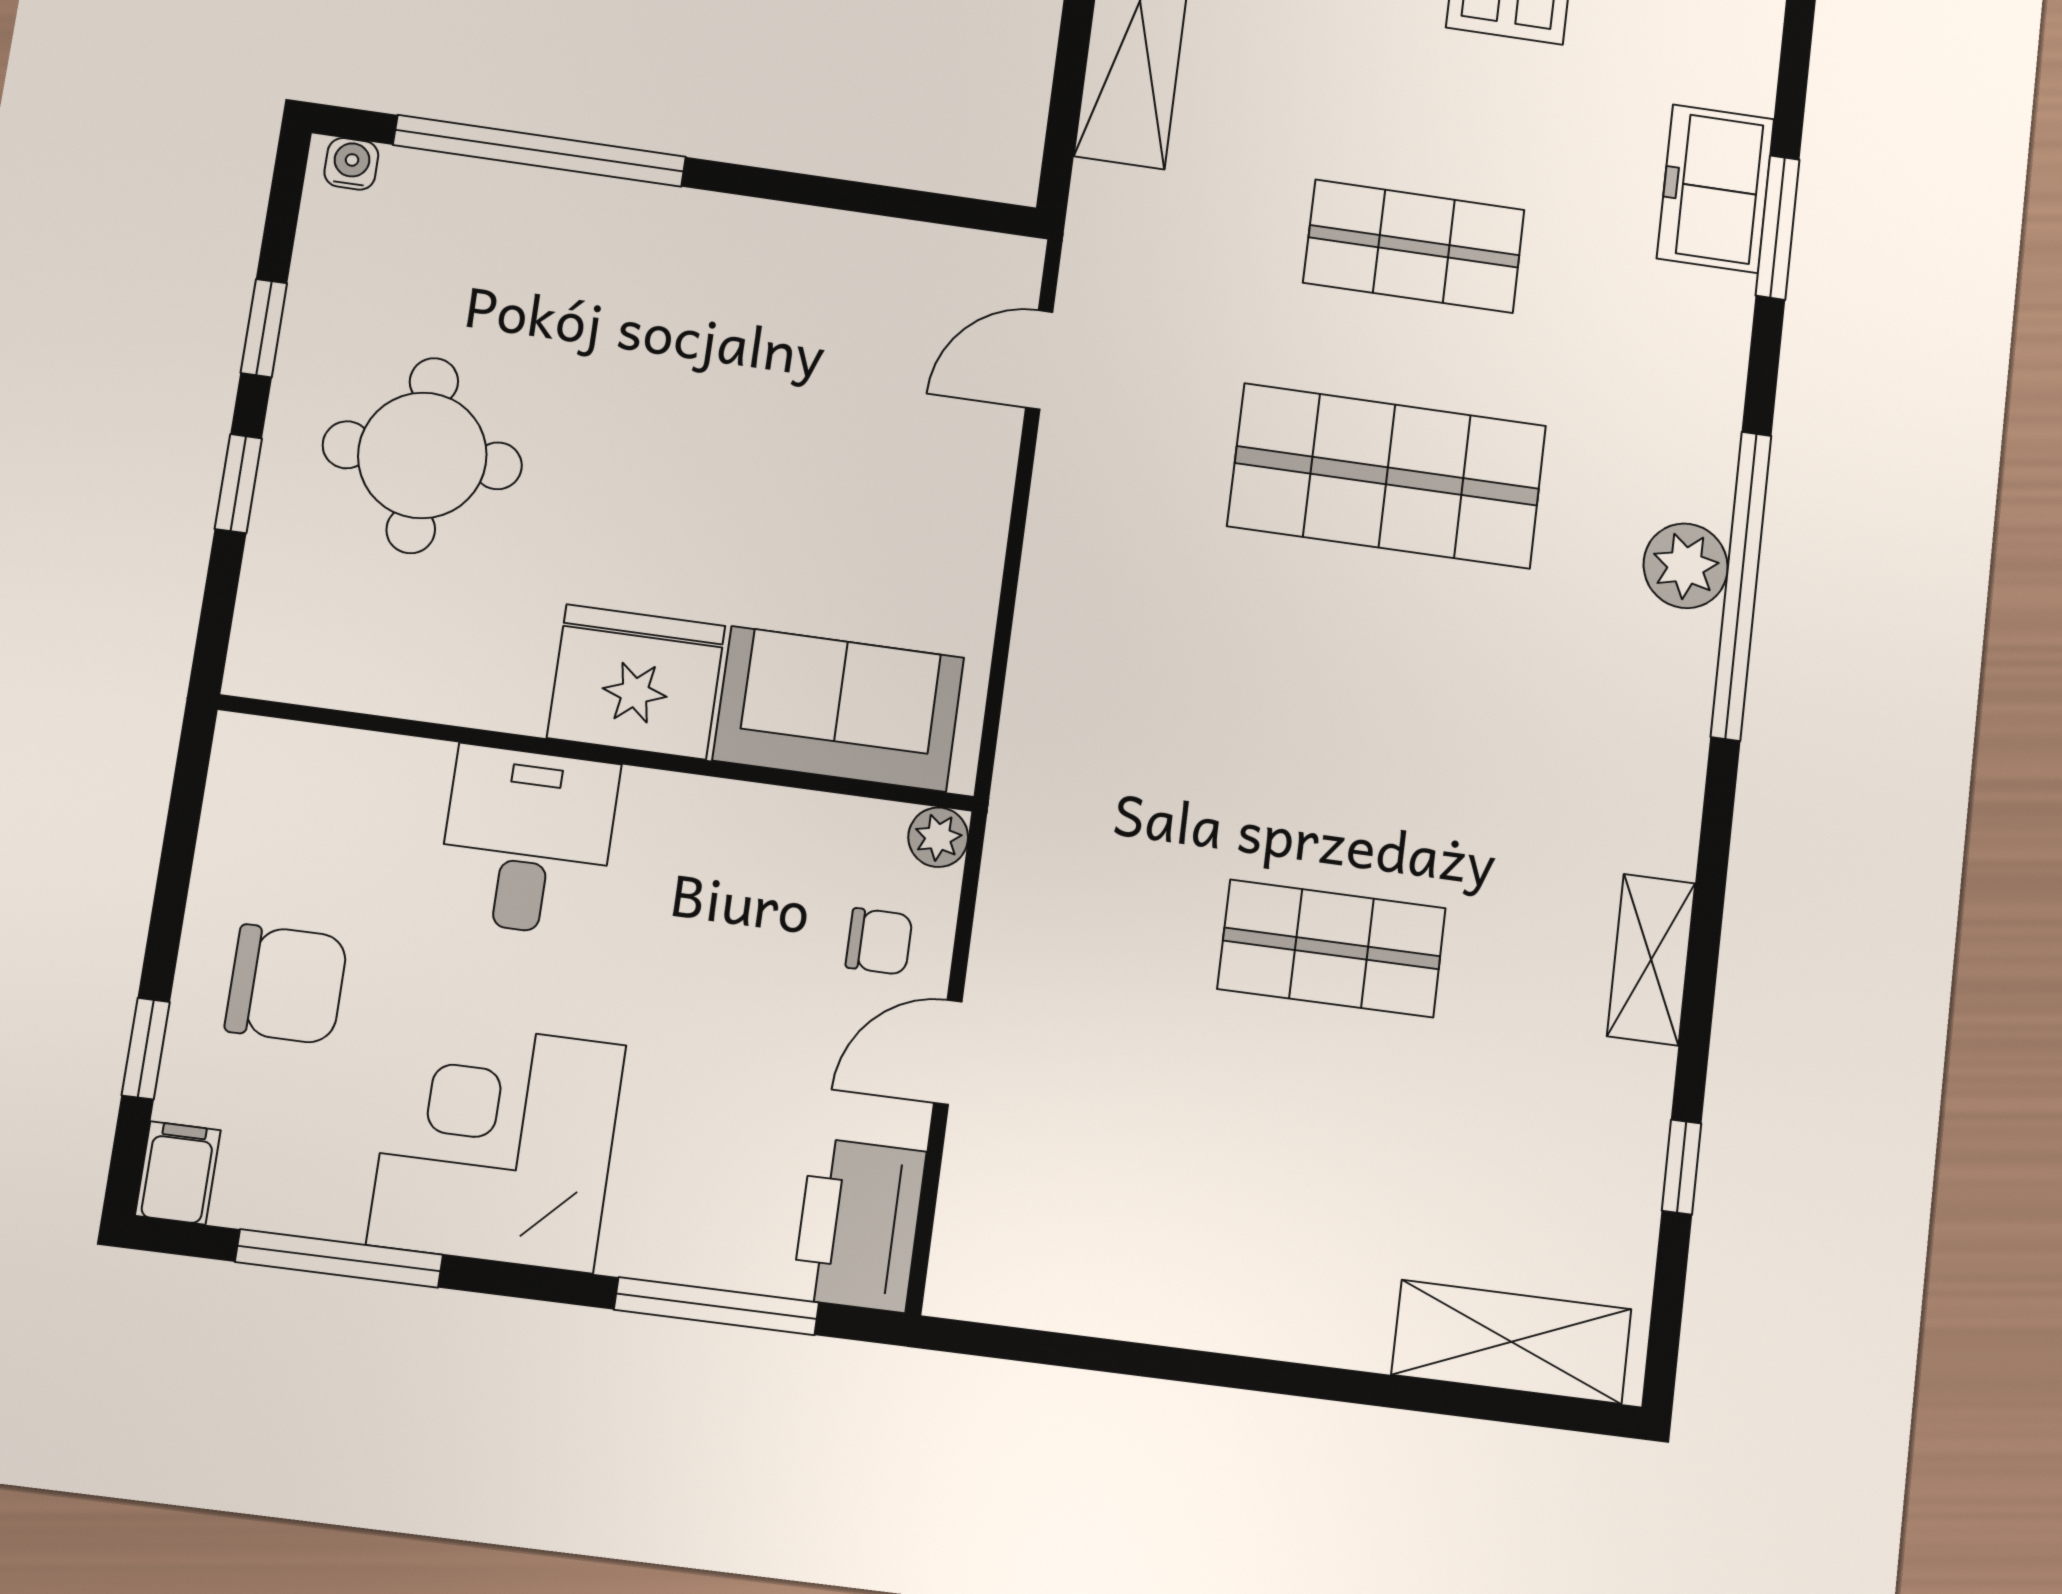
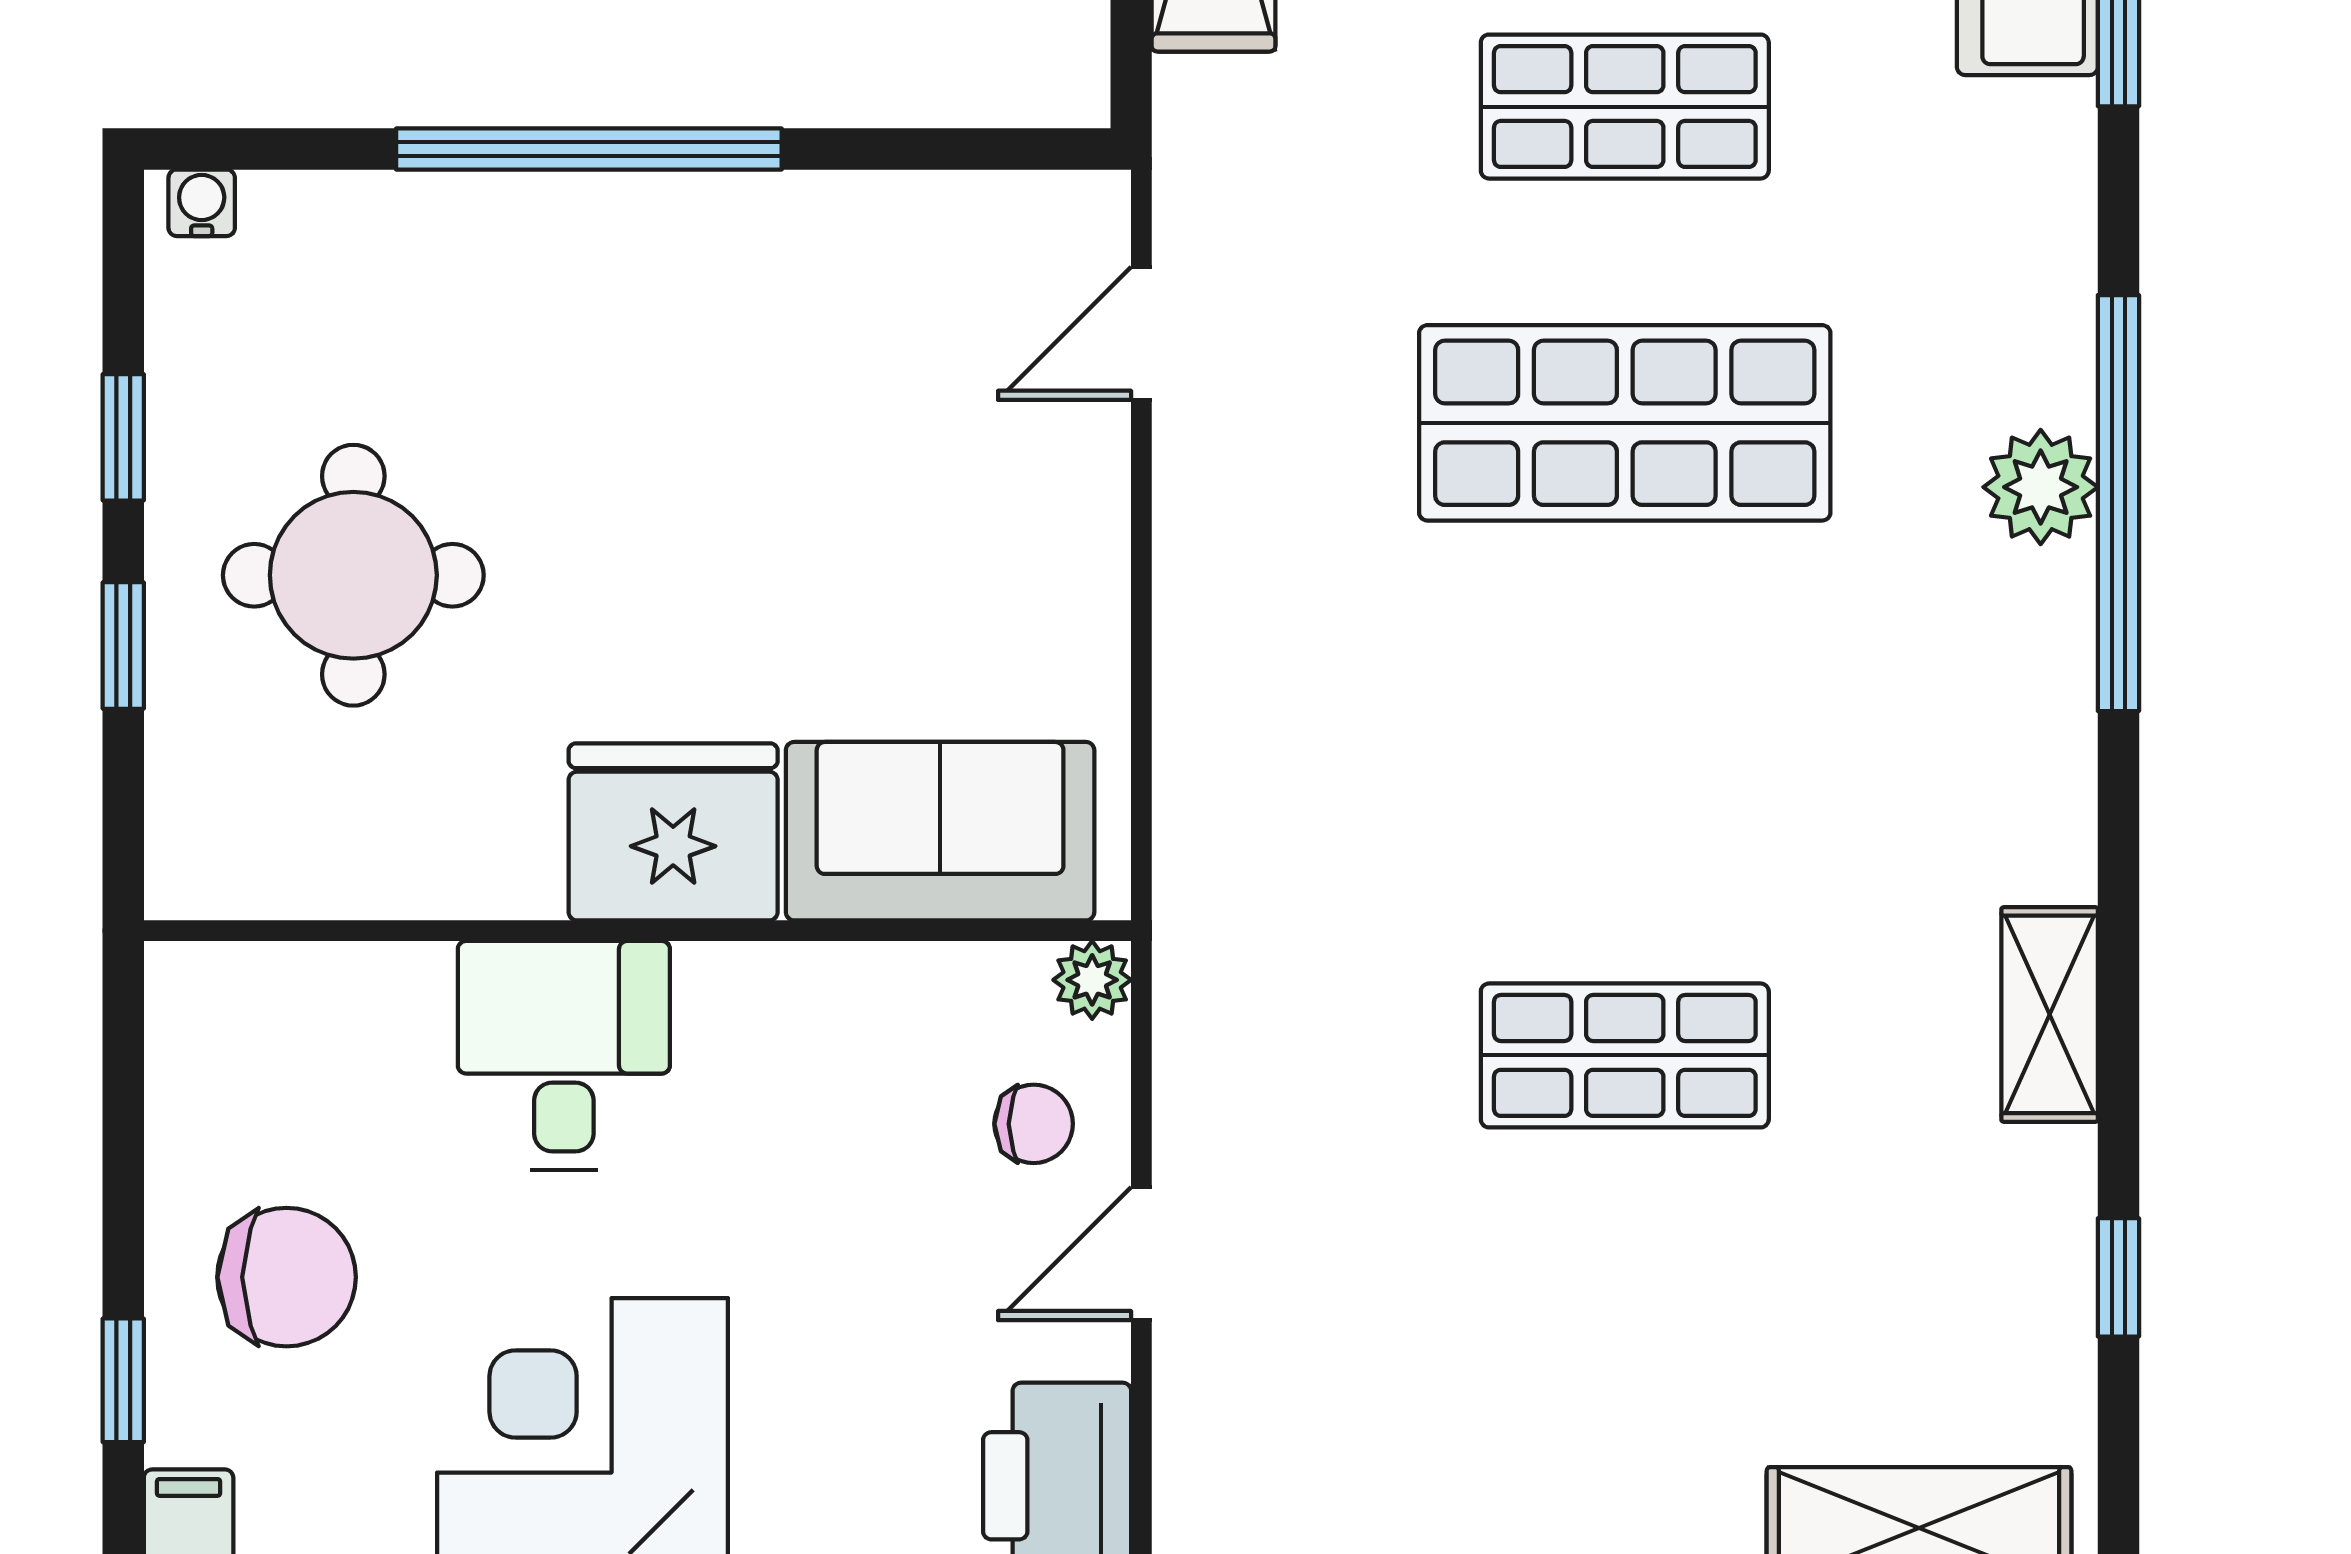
window: (540, 151) -> (589, 149), moved

